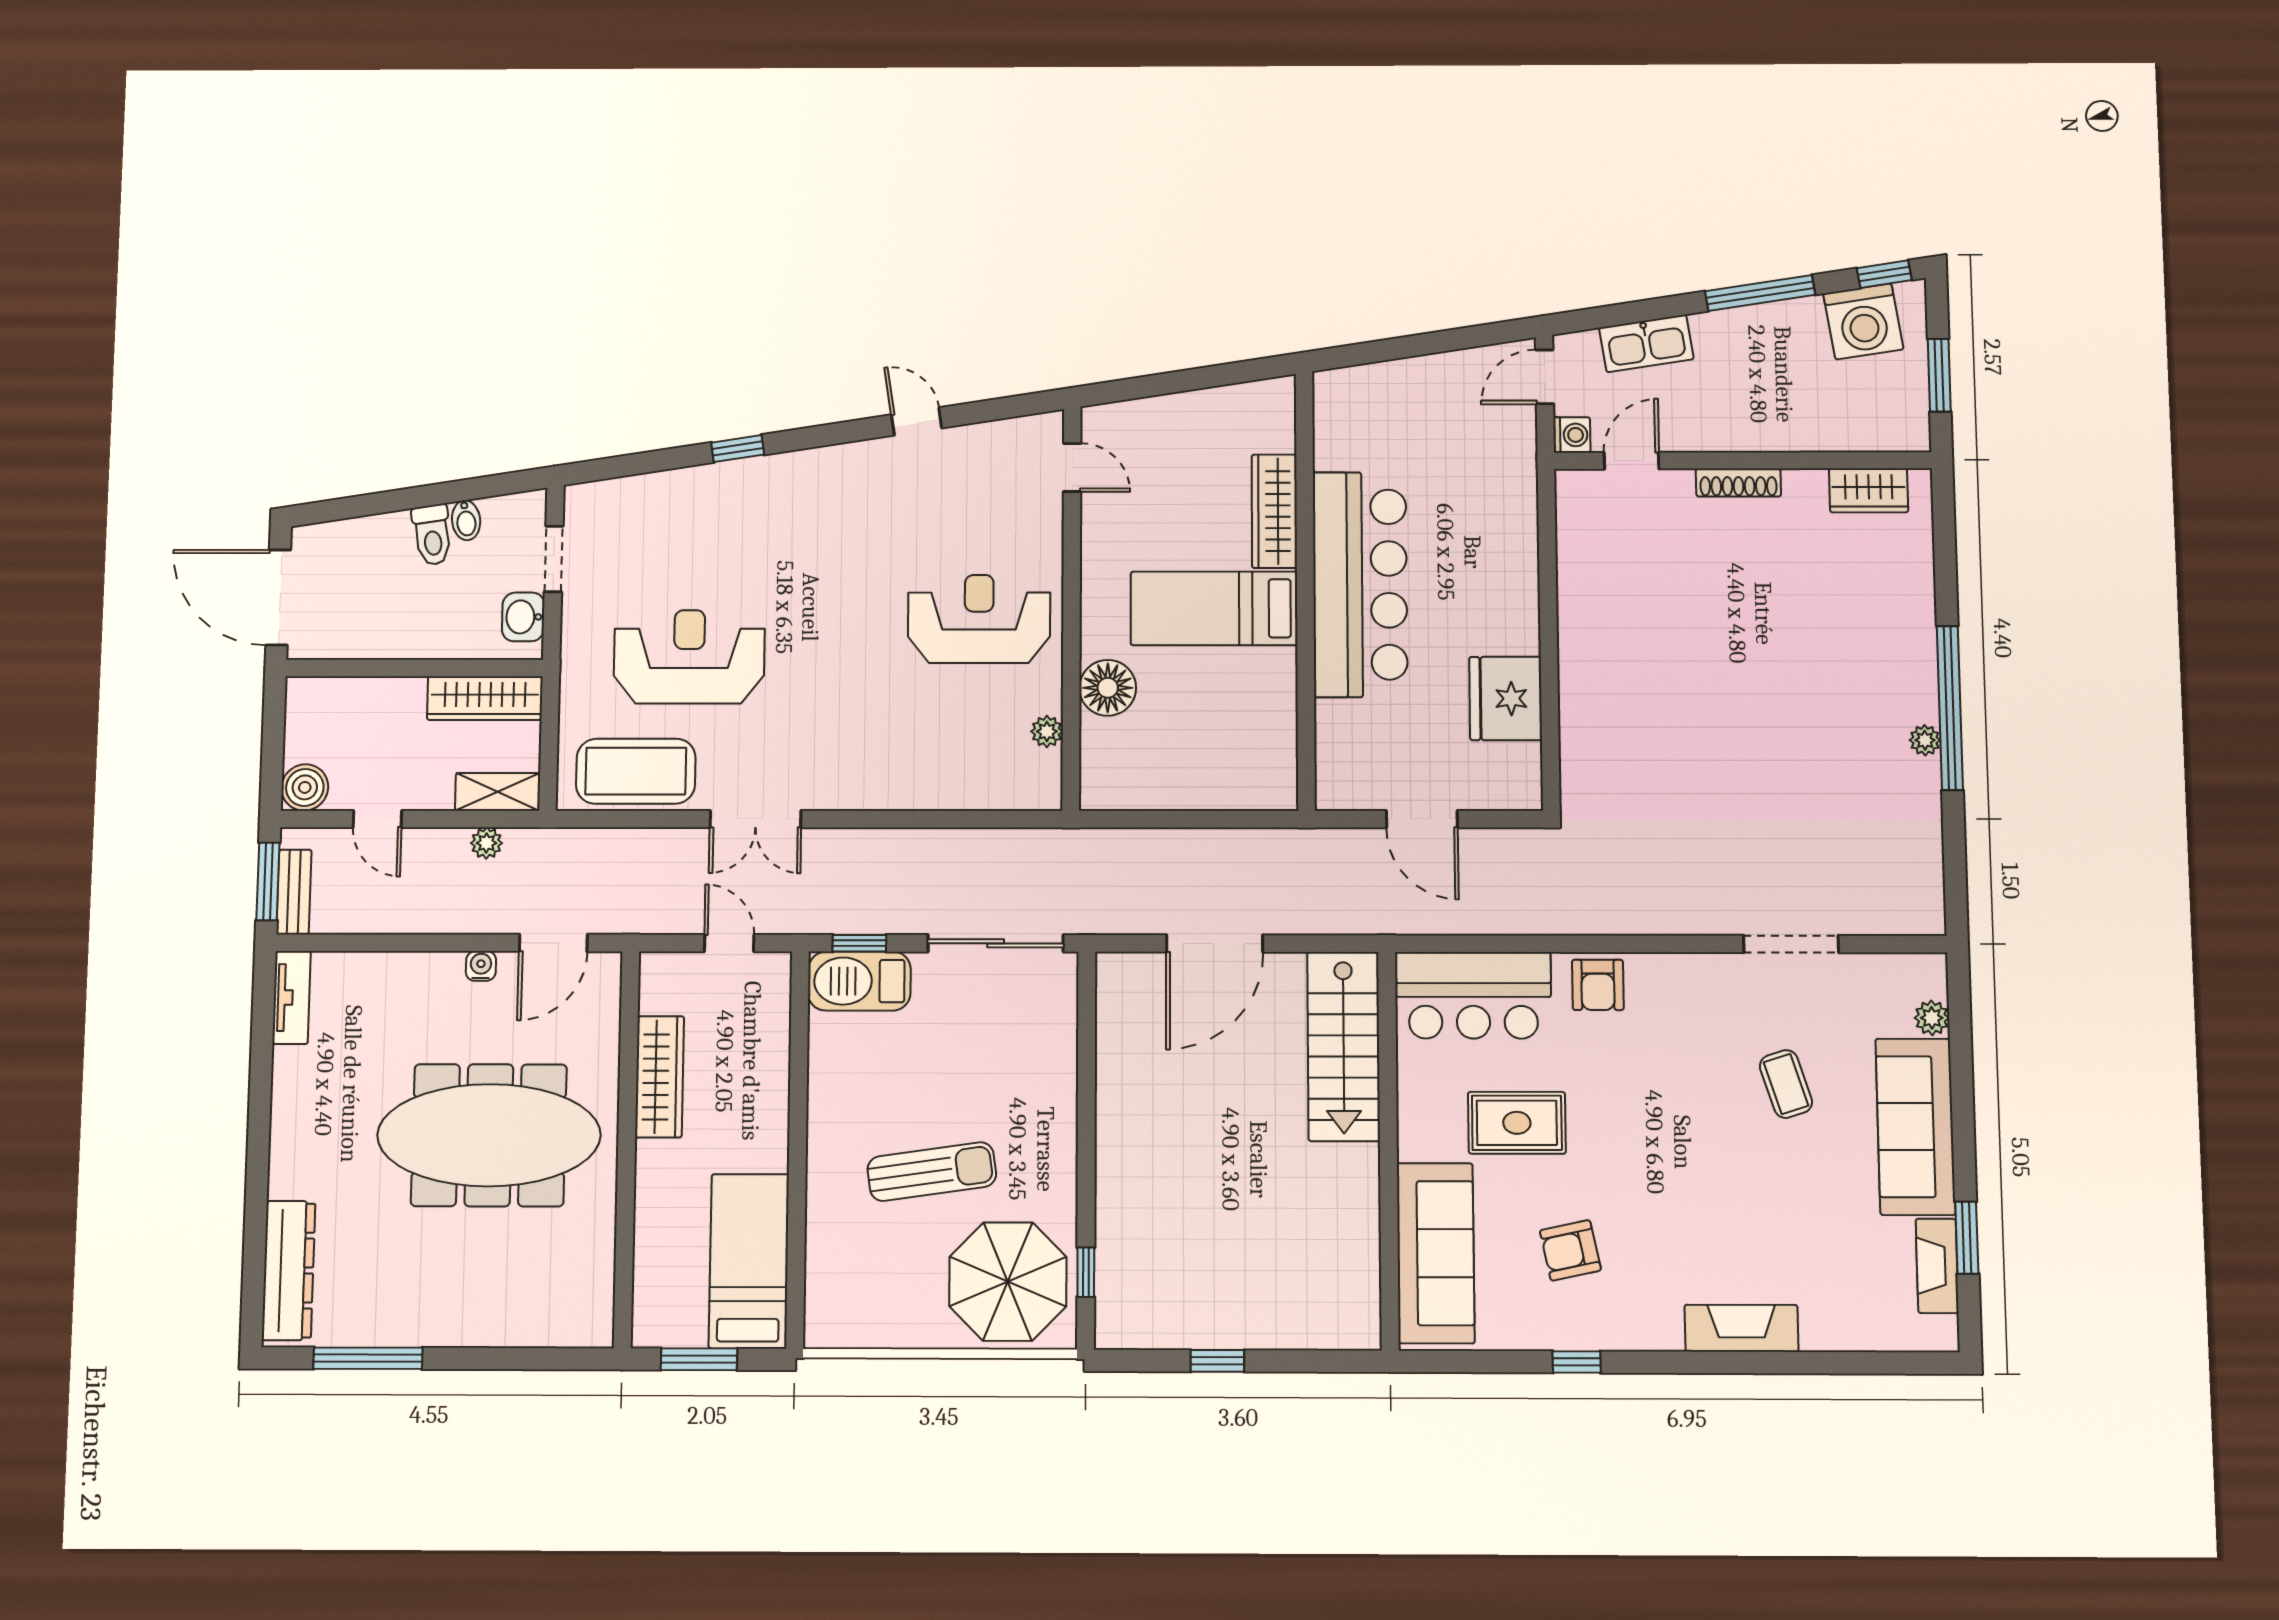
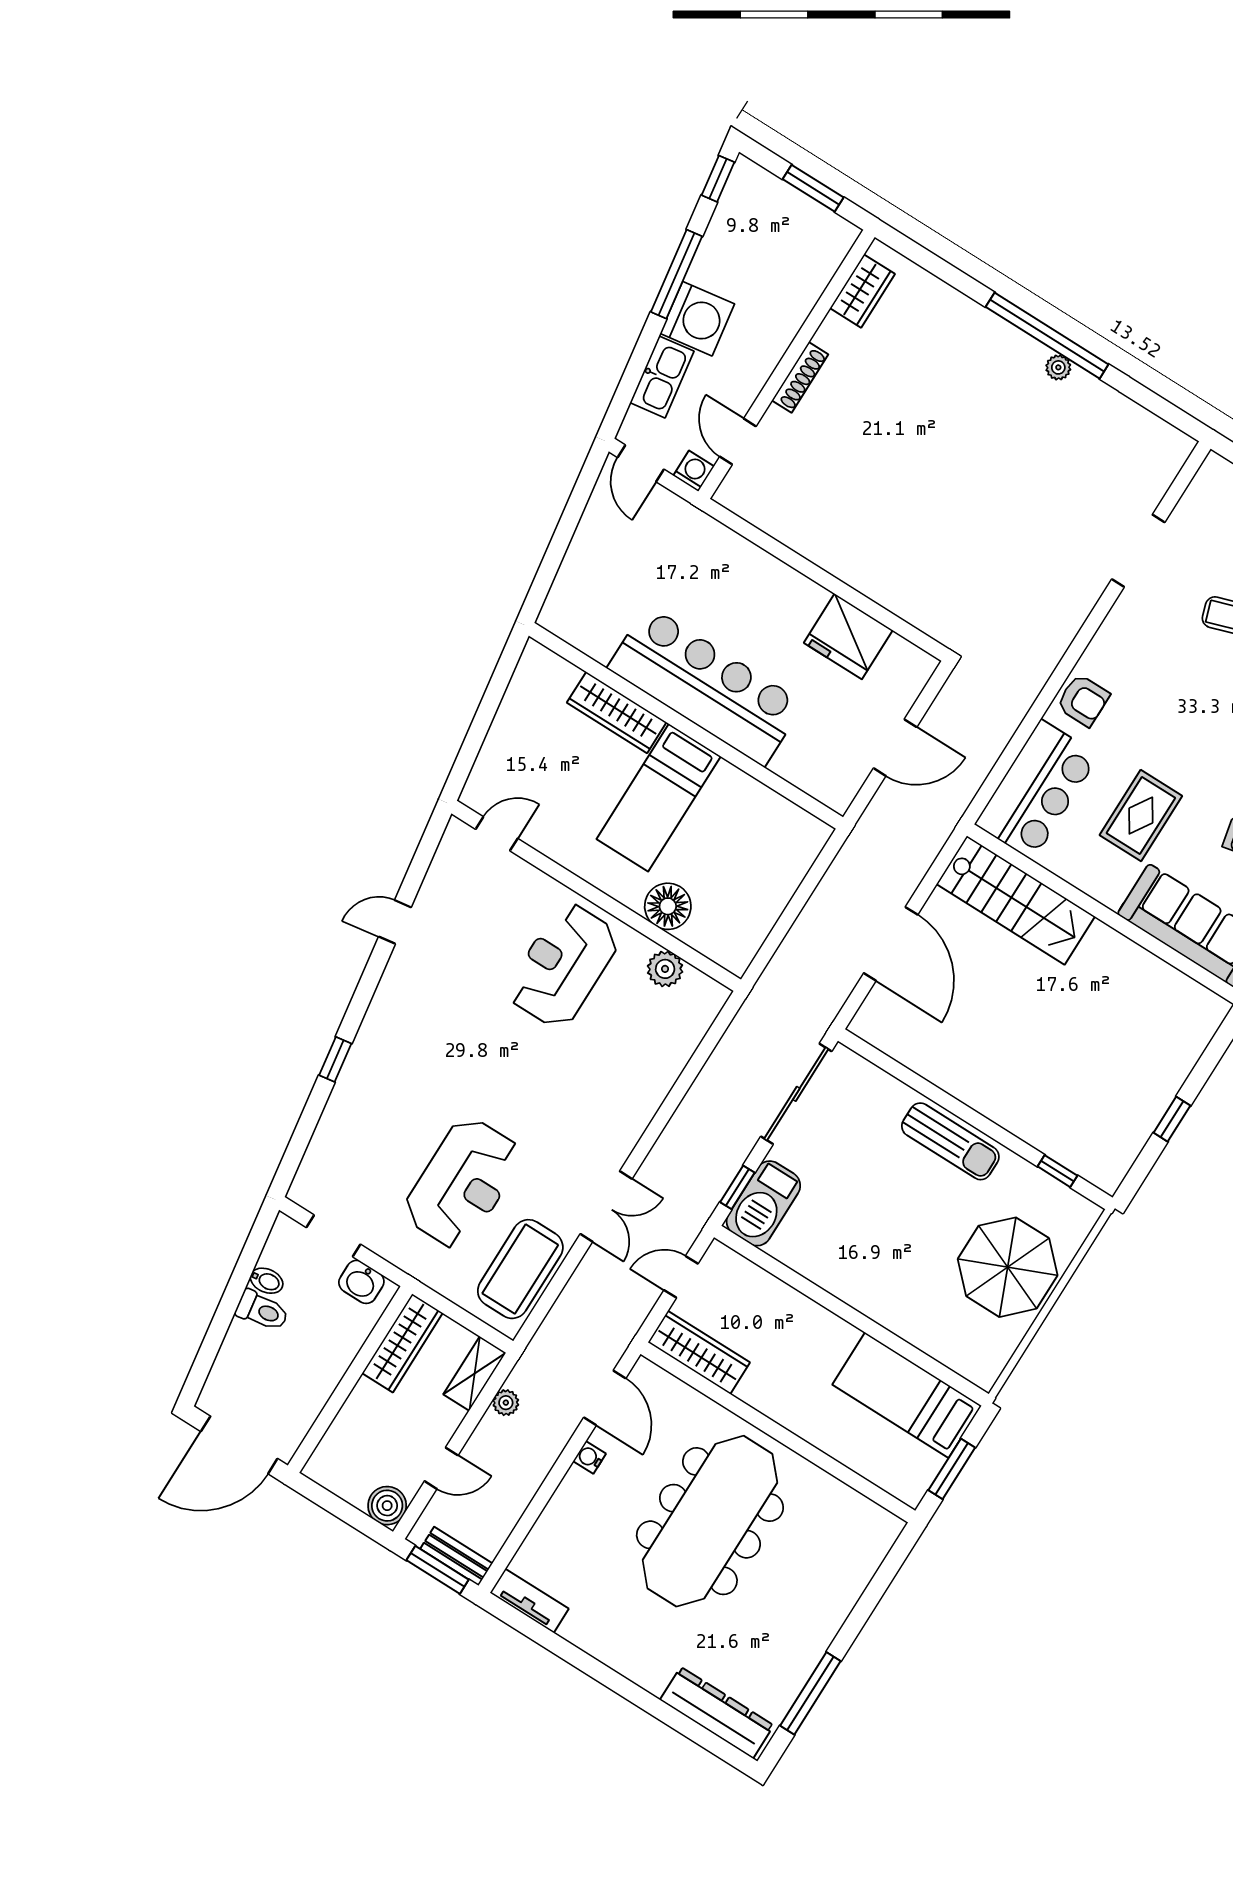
washing machine: (1863, 321) -> (697, 319), moved
reception desk: (689, 657) -> (463, 1183), turned 180
plant: (1047, 731) -> (665, 969), width x1.38, depth x1.38
wardrobe: (660, 1077) -> (699, 1352), moved
sun lounger: (932, 1172) -> (950, 1141), moved, turned 98
parasol: (1008, 1282) -> (1008, 1267), moved

